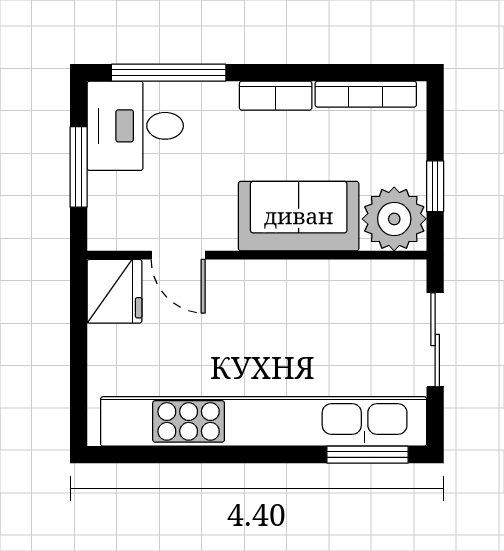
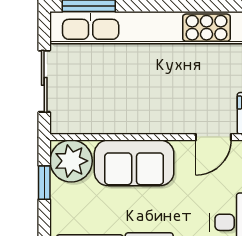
door: (178, 255) -> (213, 137), swing flipped

